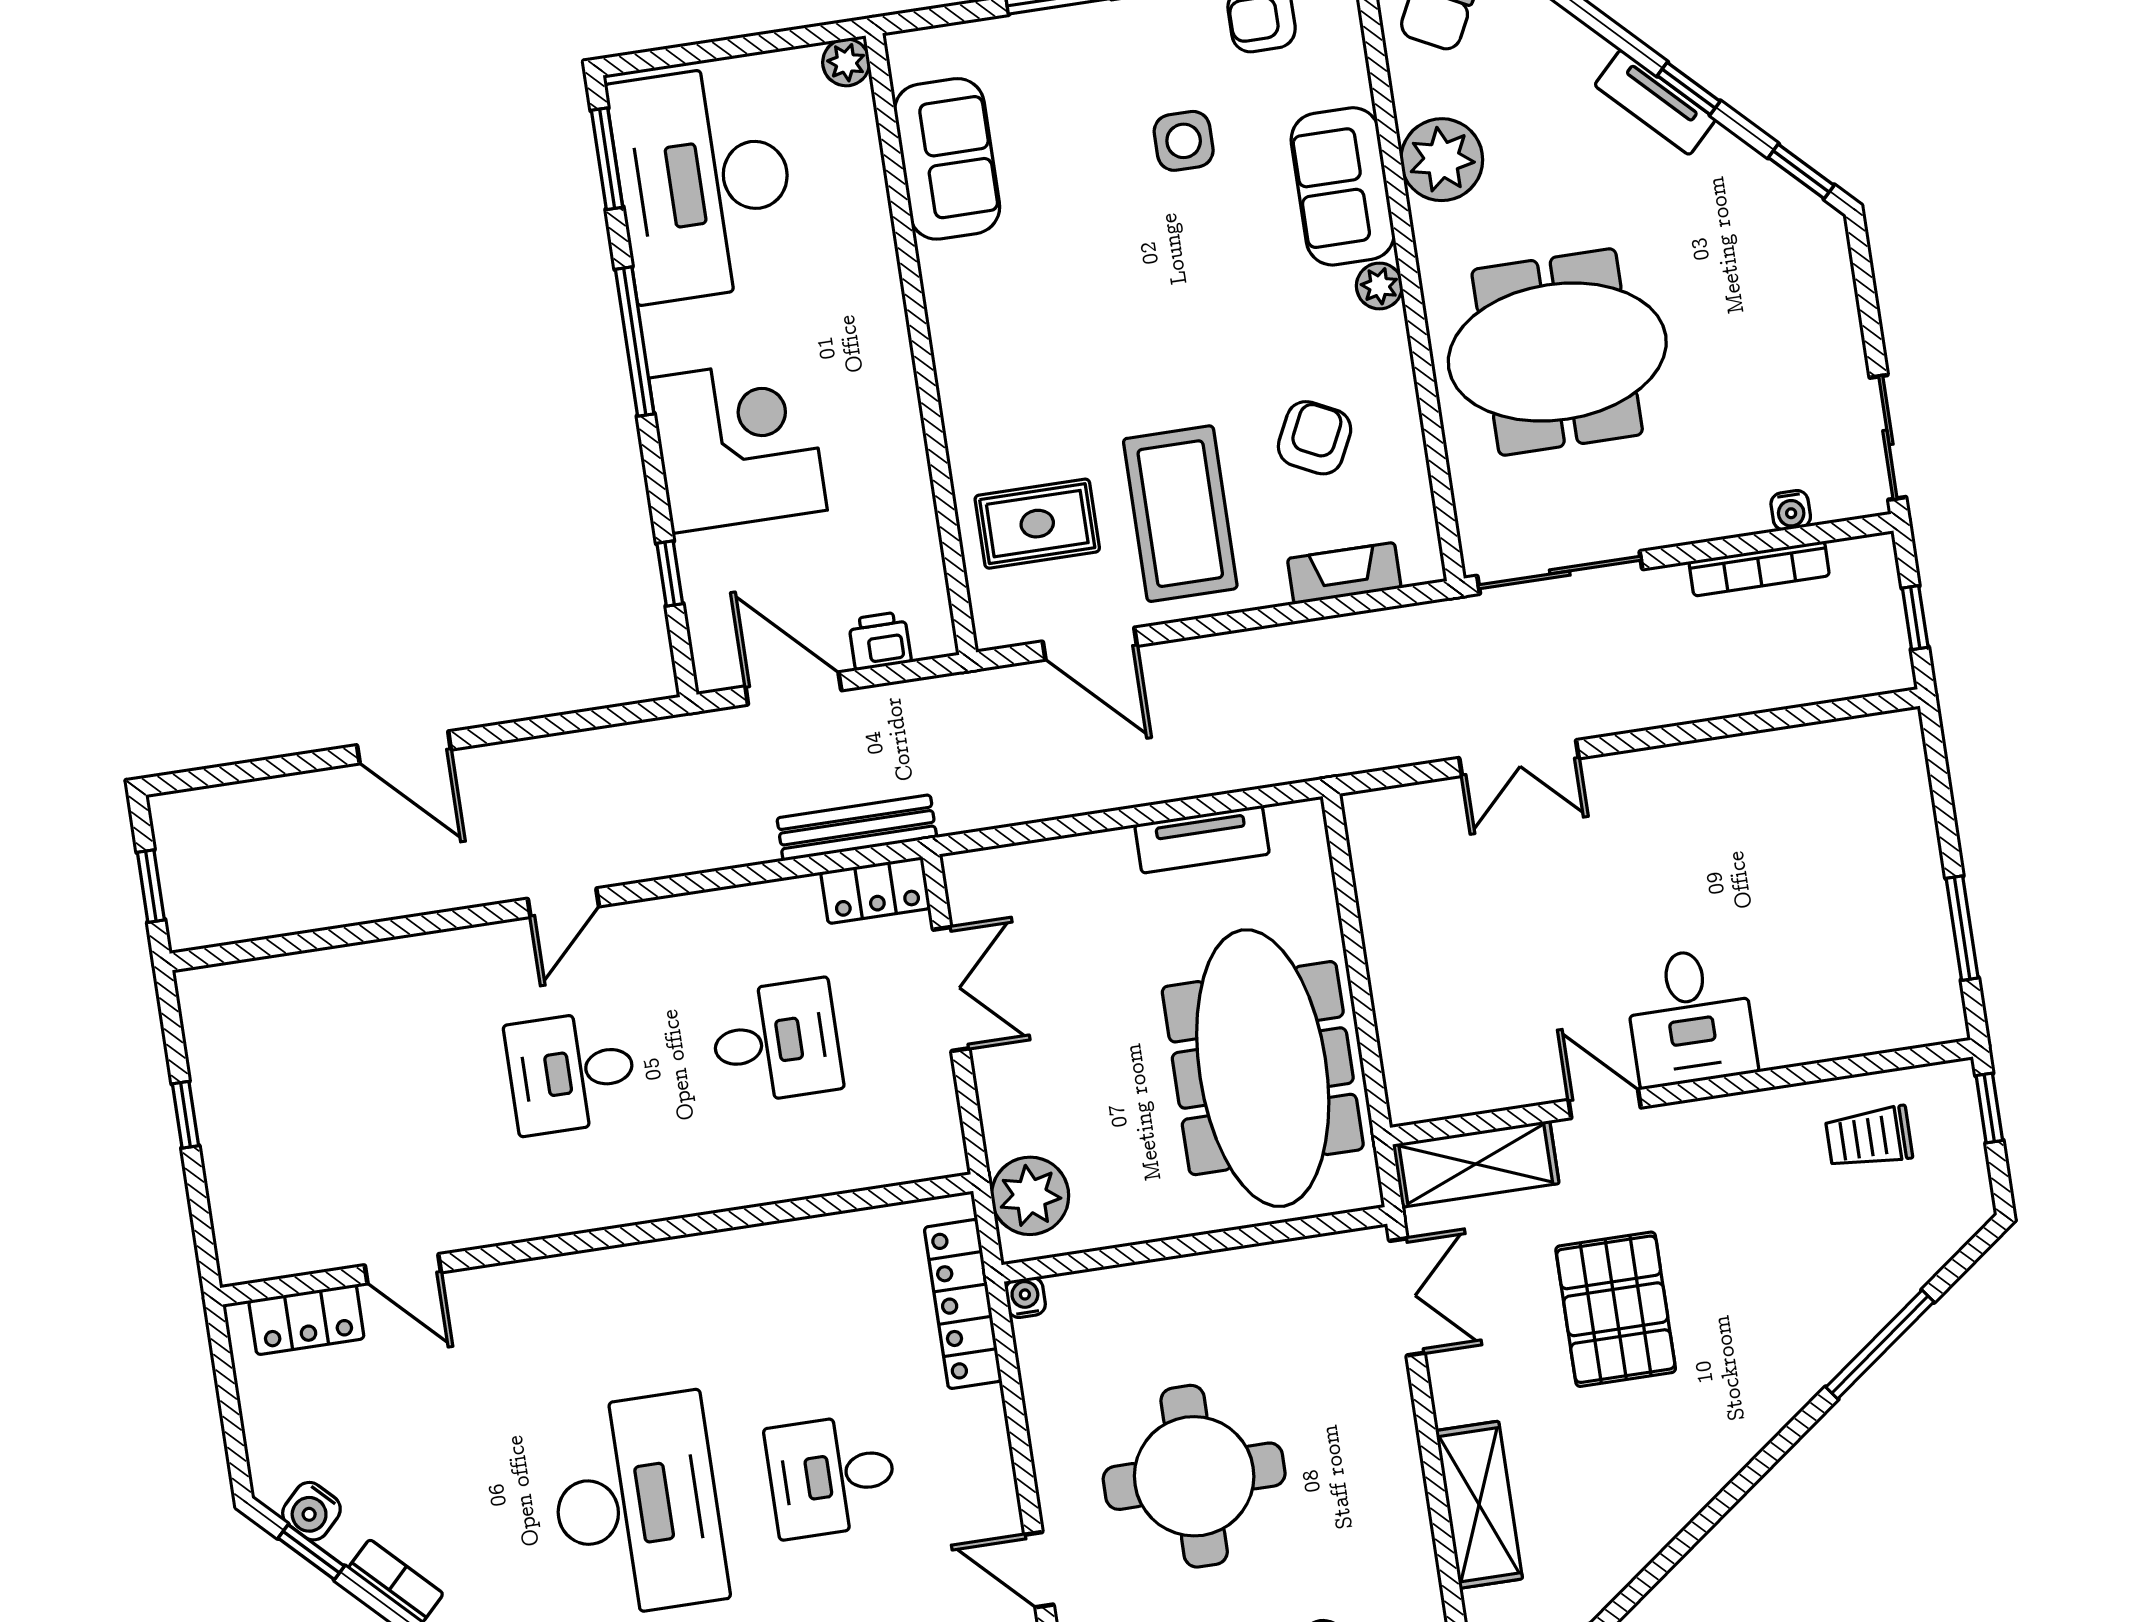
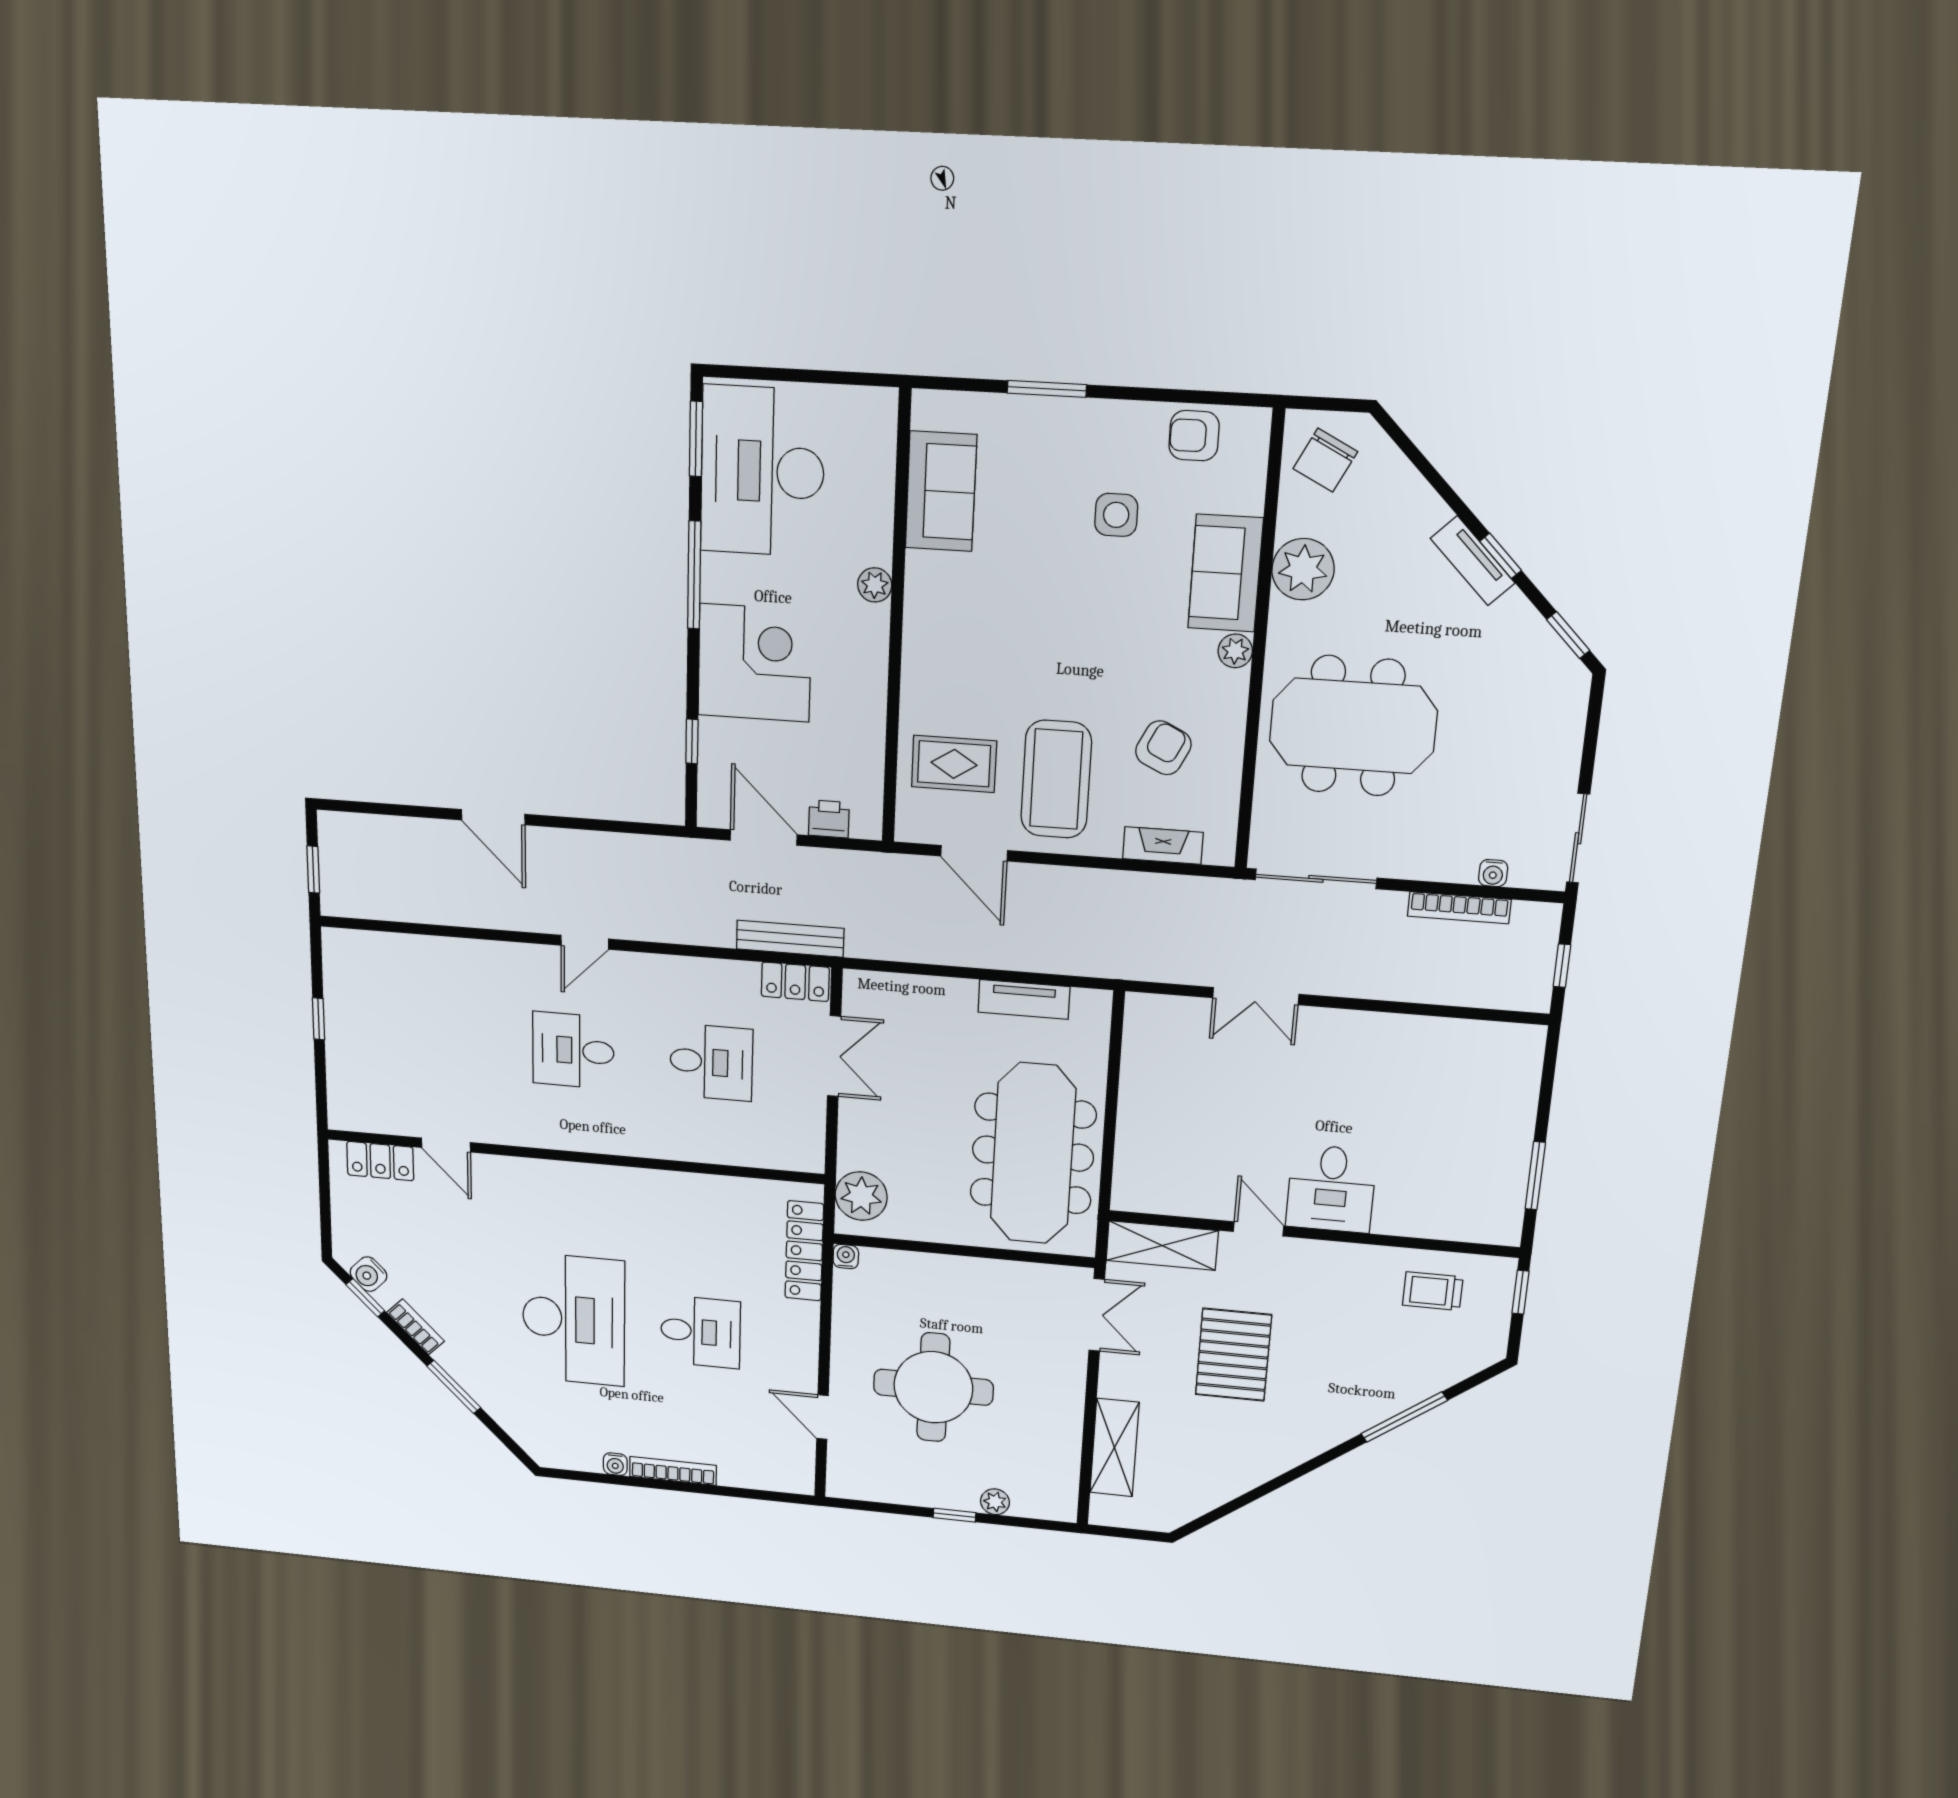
plant: (846, 62) -> (875, 585), moved
desk: (832, 1476) -> (700, 1332), turned 180

